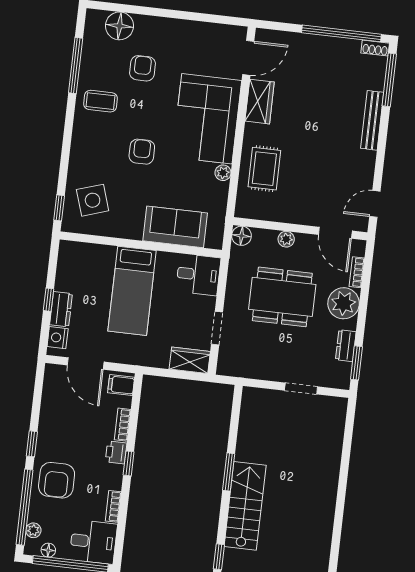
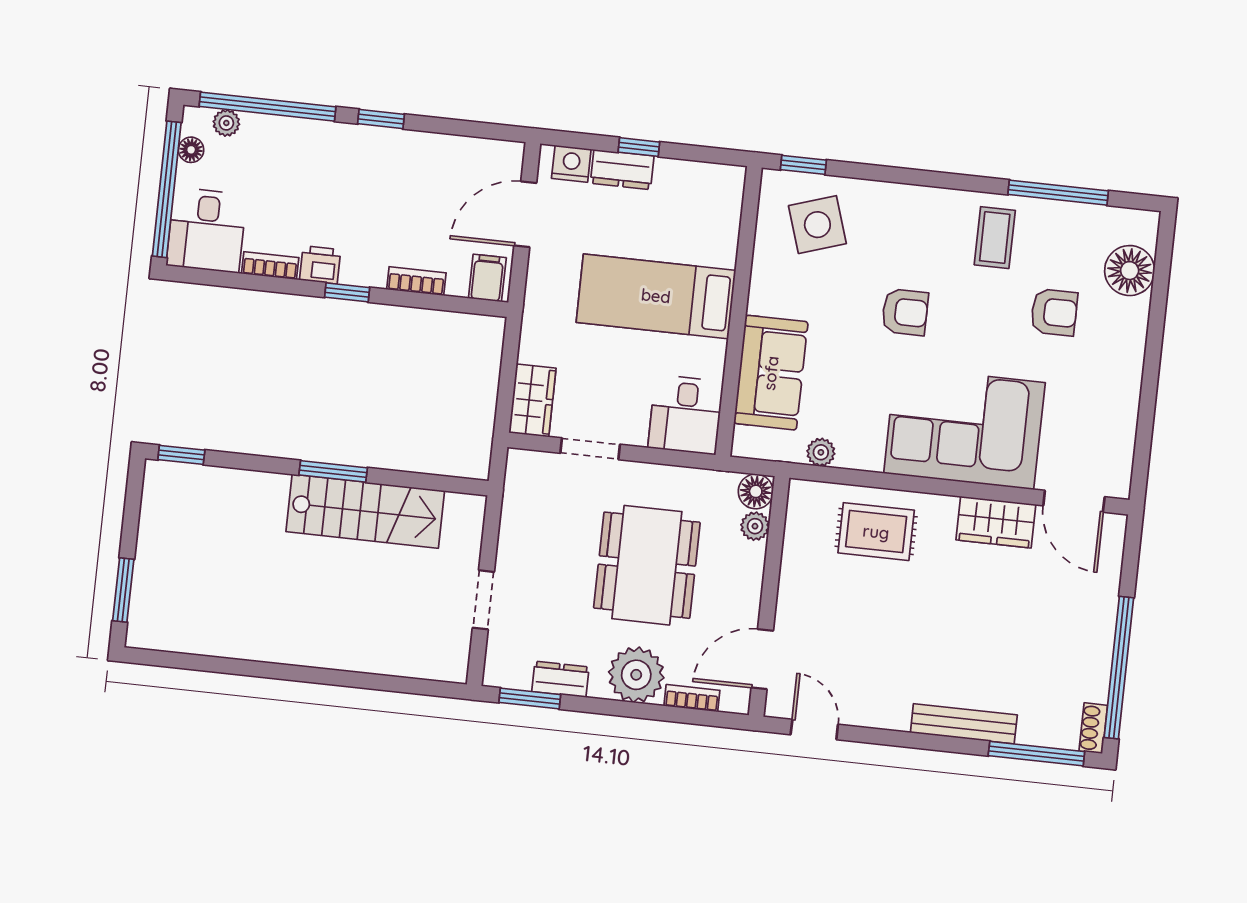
plant: (223, 173) -> (821, 452), moved
plant: (286, 239) -> (755, 526), moved
printer: (116, 452) -> (320, 265), moved
armchair: (57, 480) -> (316, 164), removed
stairs: (245, 506) -> (365, 511), moved

